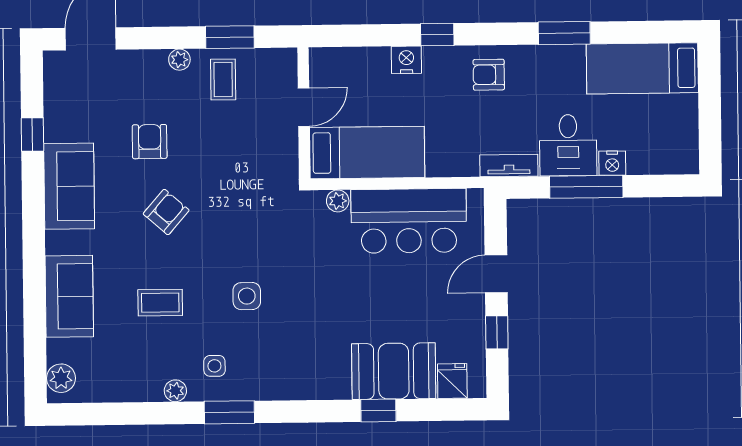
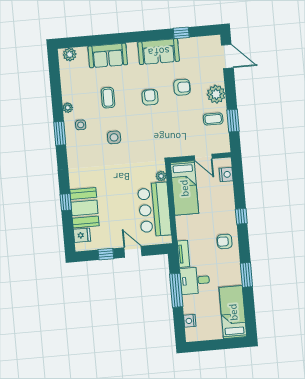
plant: (179, 60) -> (216, 94), width x1.88, depth x1.88
nightstand: (406, 60) -> (226, 174), moved
armchair: (489, 75) -> (225, 241), turned -90
nightstand: (612, 163) -> (190, 321), moved
armchair: (166, 212) -> (150, 97), turned -131

